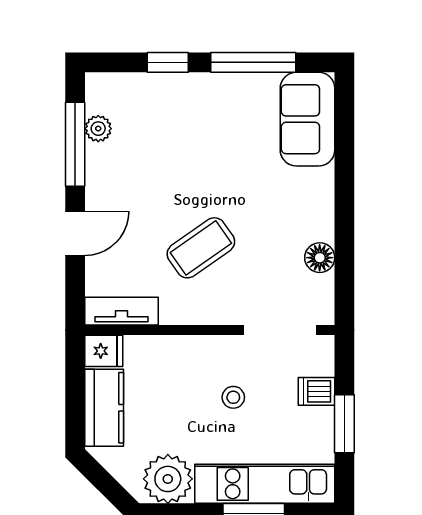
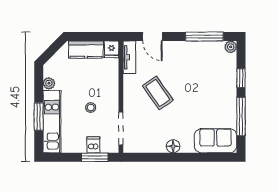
plant: (98, 129) -> (231, 47), moved
door: (75, 233) -> (152, 37), moved
floor lamp: (320, 258) -> (173, 146), moved
window: (344, 424) -> (95, 157), moved
plant: (168, 479) -> (49, 83), width x0.53, depth x0.53

